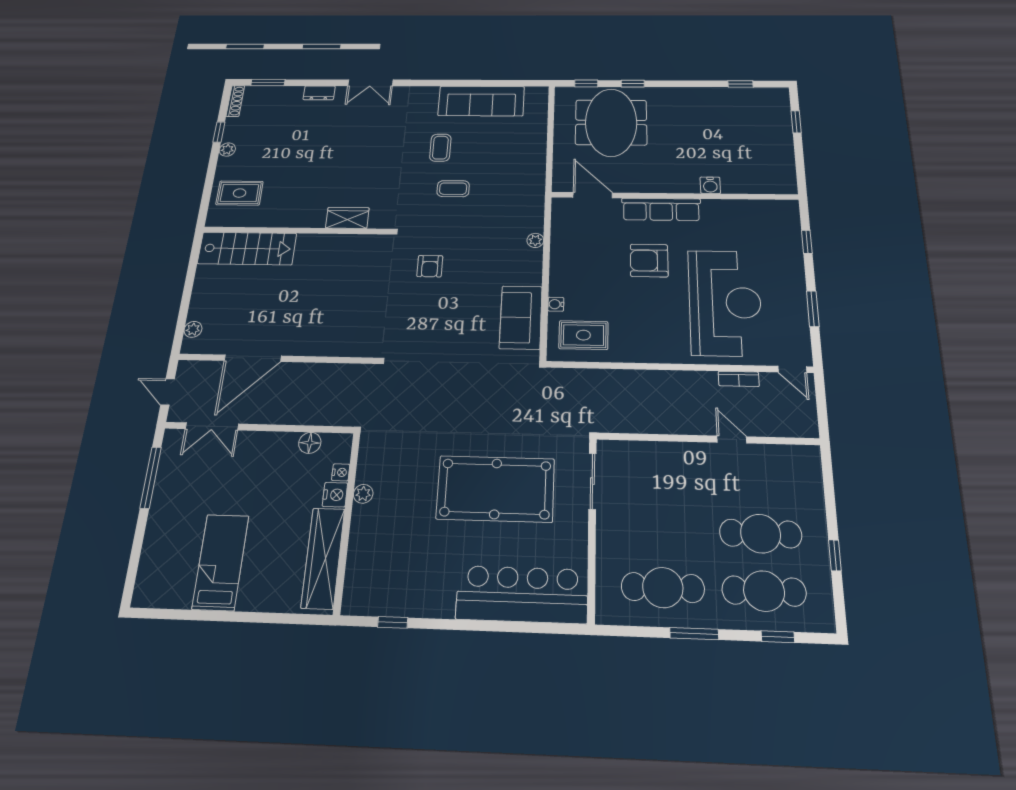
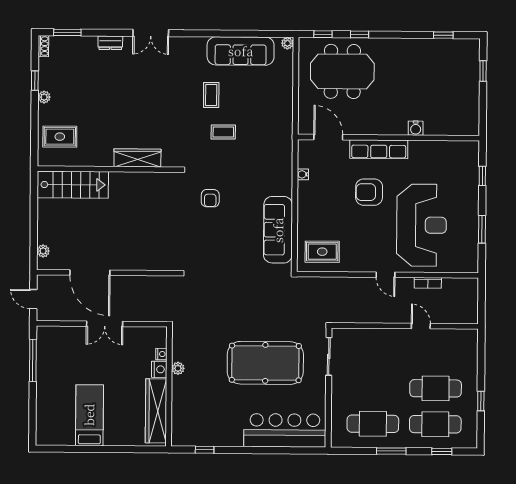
shoe rack: (235, 101) -> (43, 46), width x0.70
meeting table: (611, 122) -> (342, 71), turned 90
wardrobe: (347, 218) -> (137, 158), width x1.50
plant: (535, 240) -> (287, 43), moved
water cooler: (556, 304) -> (303, 174), moved
sofa: (521, 317) -> (278, 230), width x1.36
door: (253, 358) -> (90, 273), hinge flipped
door: (792, 369) -> (386, 275), moved
double door: (212, 426) -> (105, 324), moved
floor lamp: (310, 443) -> (138, 334), removed

